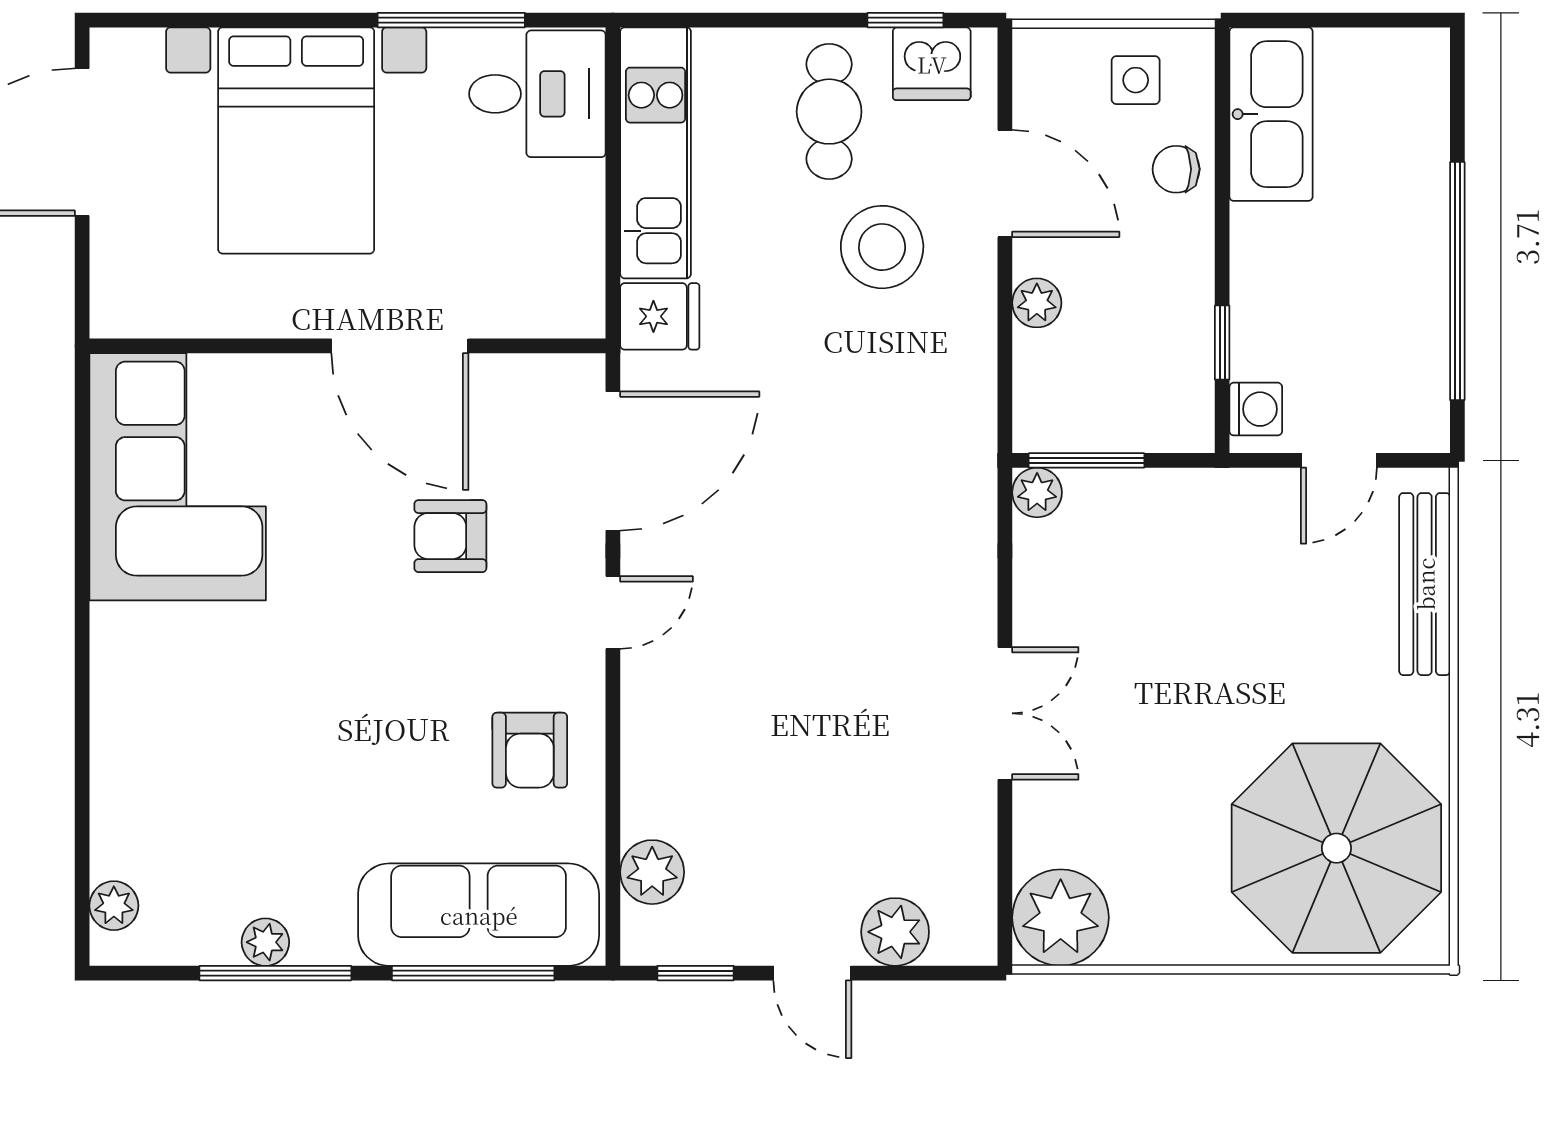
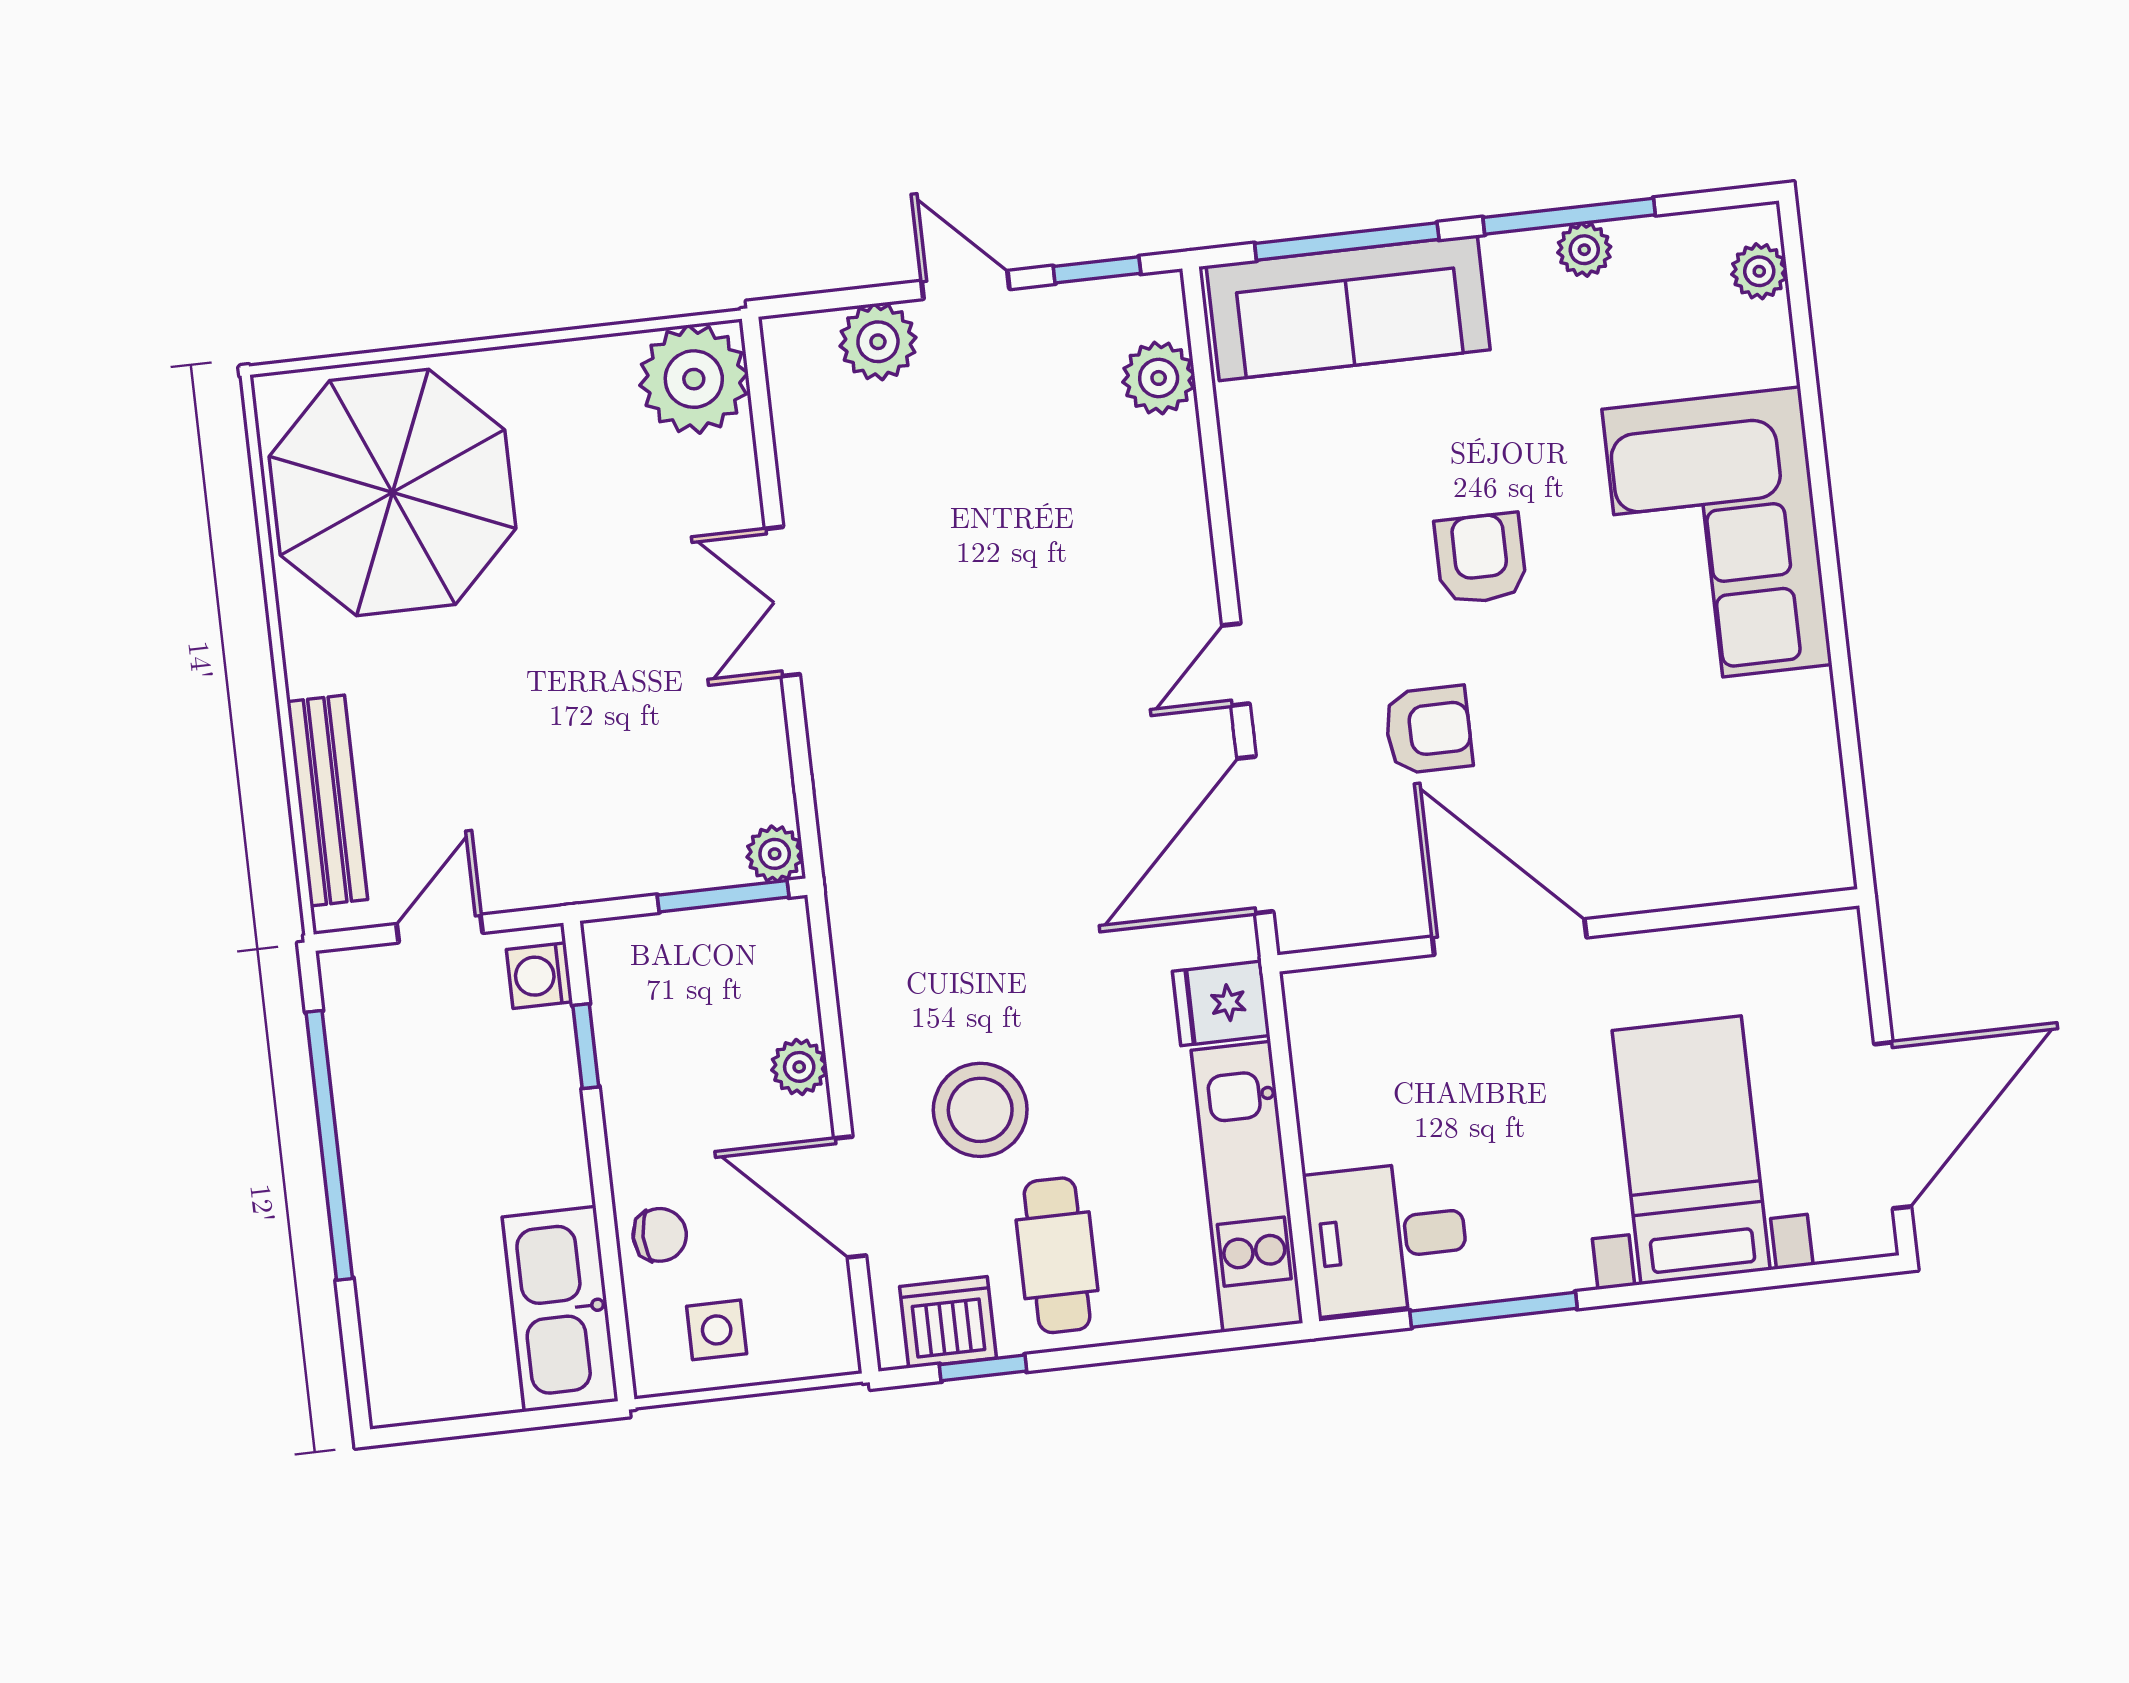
bed with nightstands: (296, 140) -> (1691, 1150), width x0.73
corner sofa: (178, 477) -> (1717, 537), moved
armchair: (530, 750) -> (1481, 558), moved

